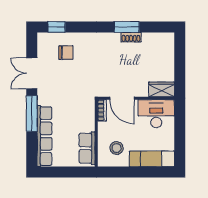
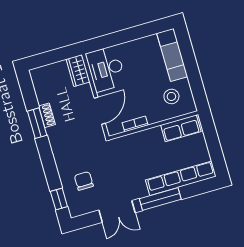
wardrobe: (162, 89) -> (78, 71), moved
door: (122, 98) -> (100, 111), moved
wall: (136, 98) -> (95, 96), moved
desk: (156, 114) -> (106, 69), moved

